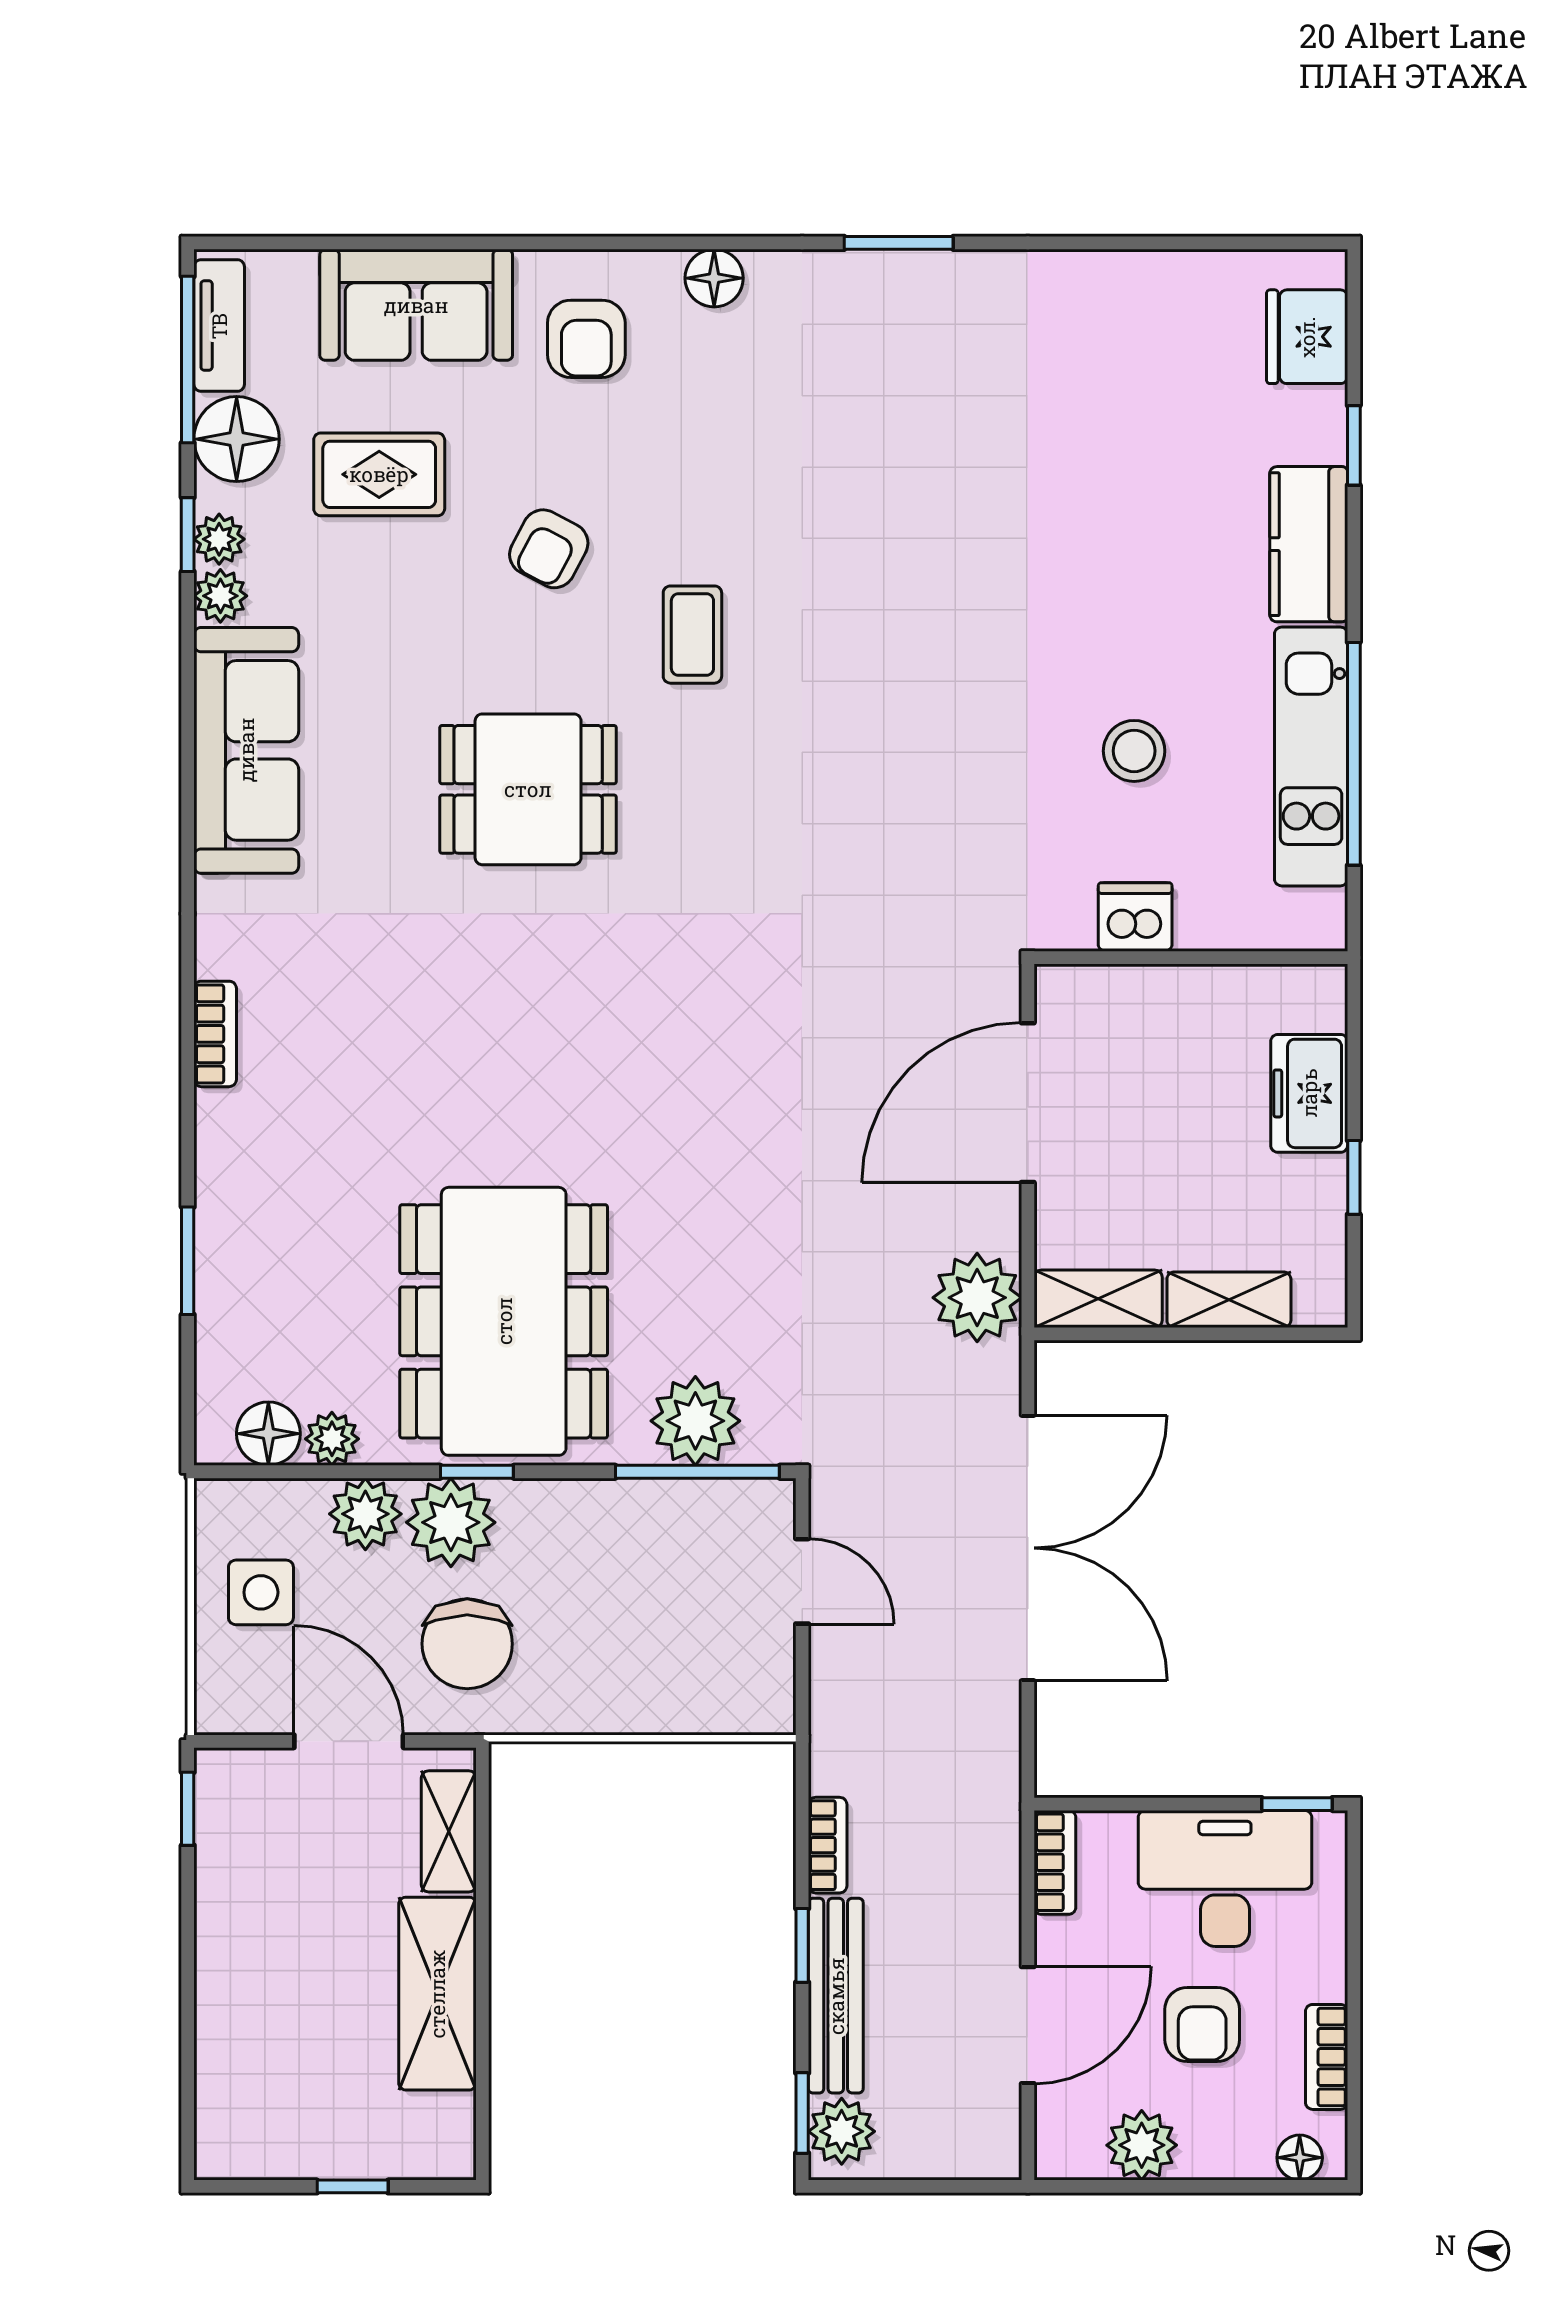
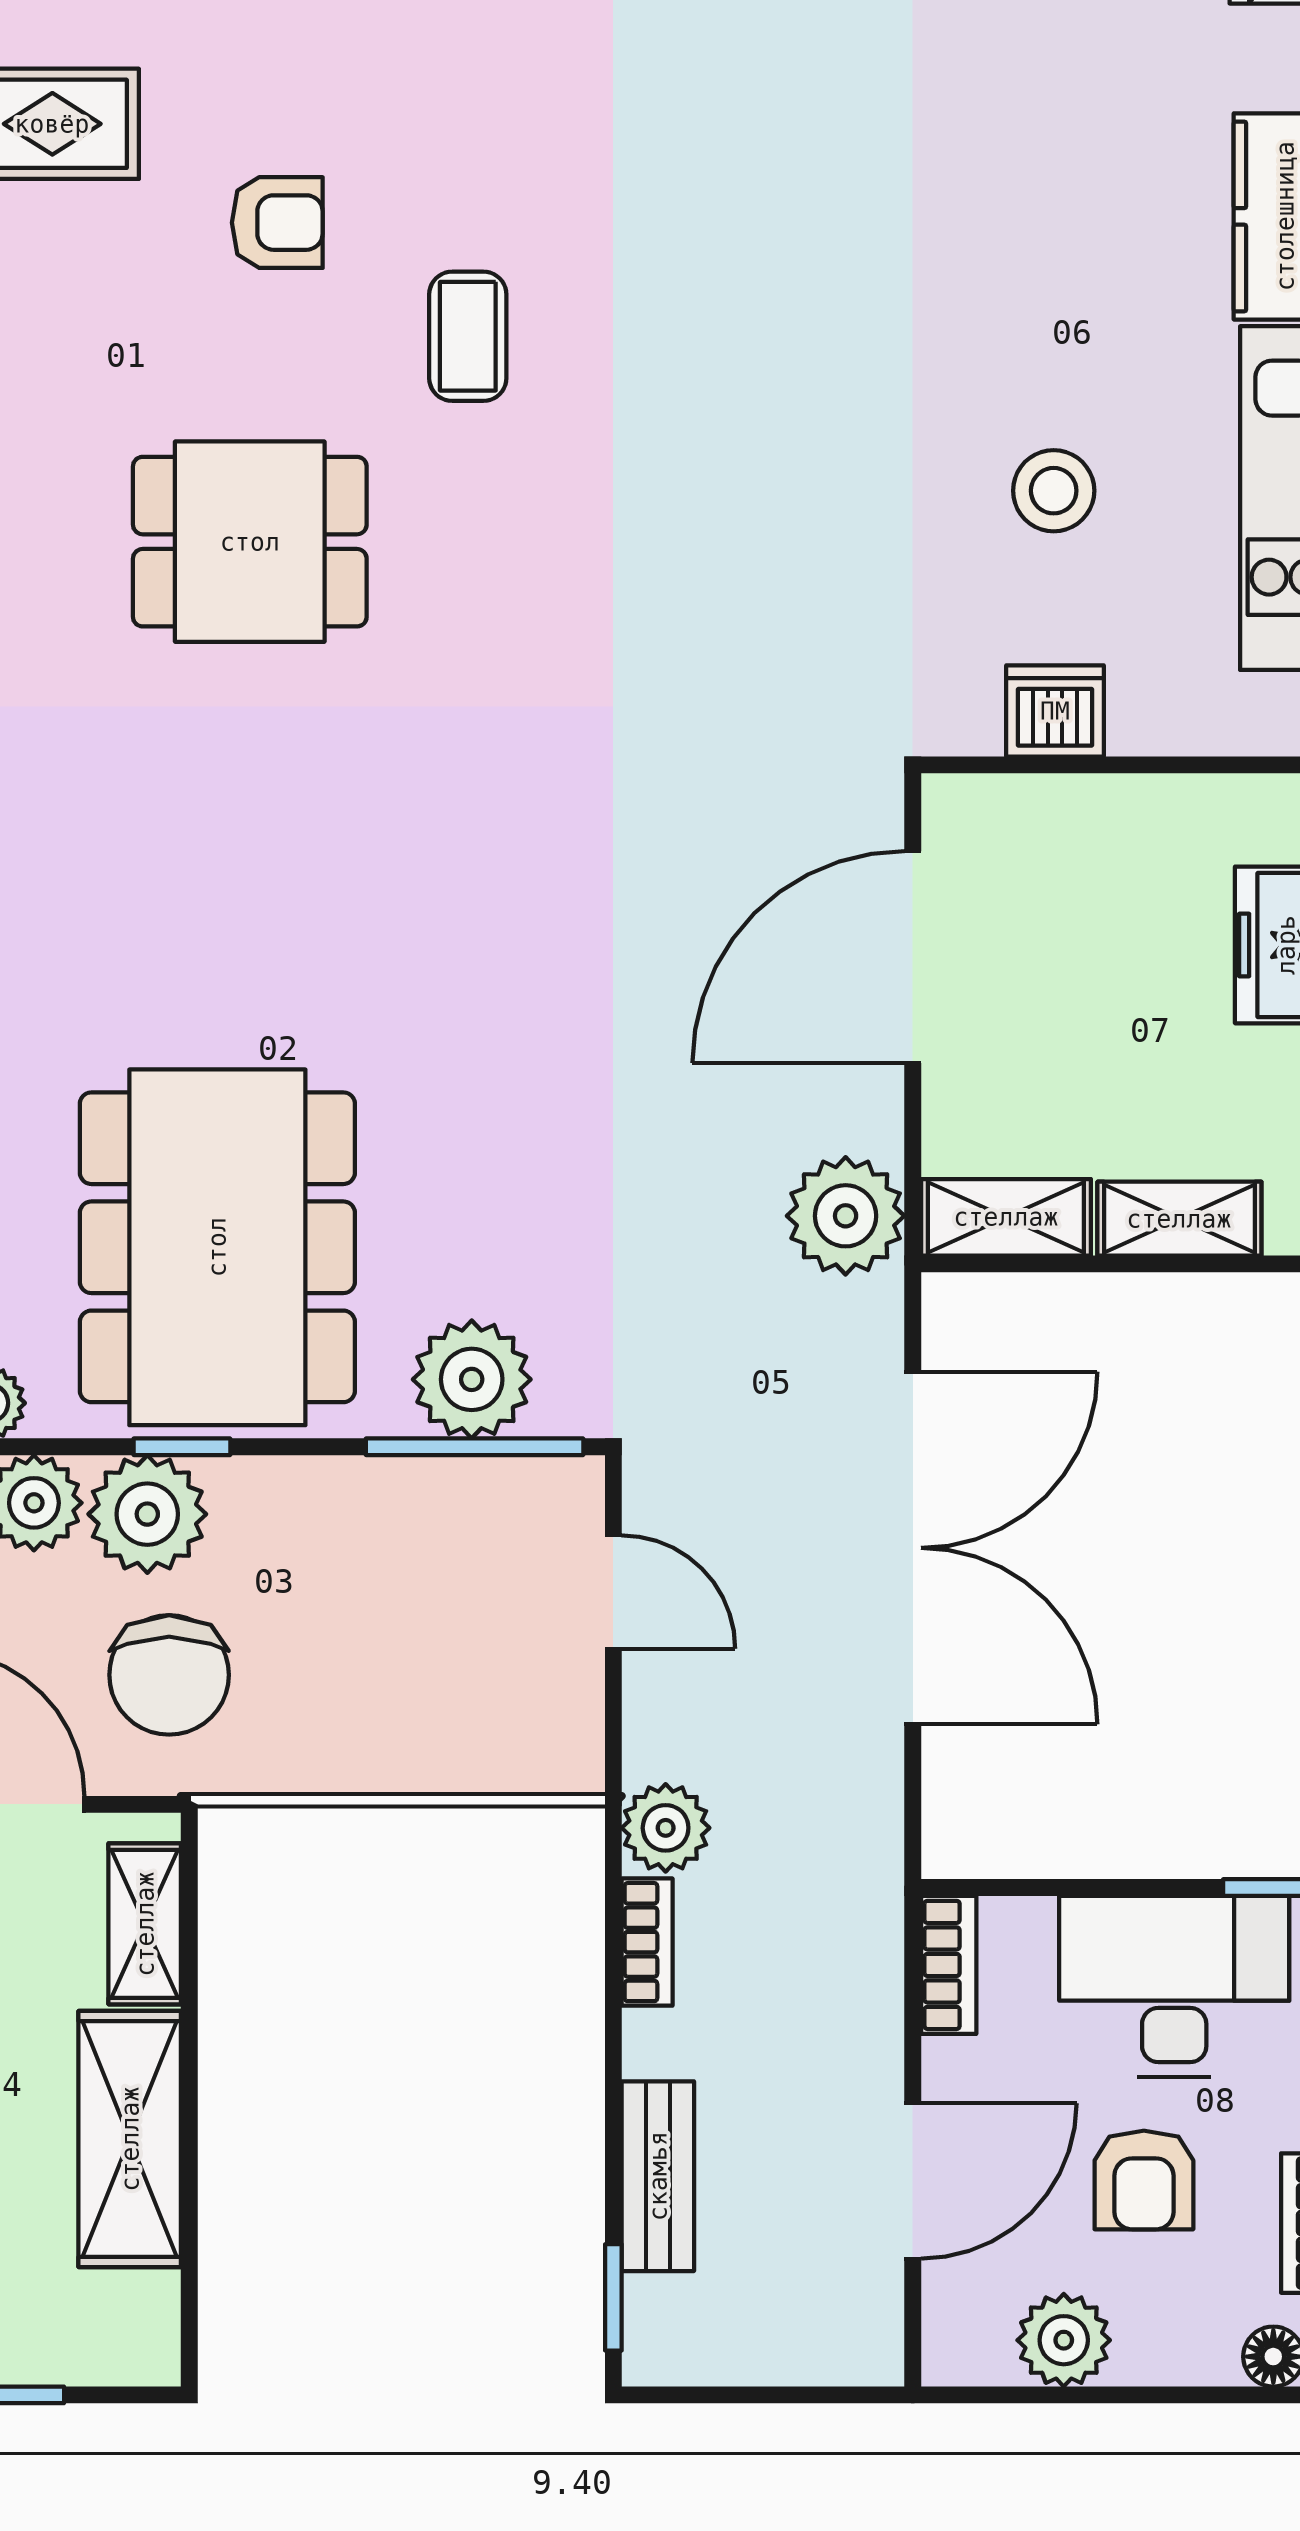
armchair: (549, 549) -> (277, 223), turned -118
window: (802, 1945) -> (613, 2075), removed
bench: (836, 1996) -> (658, 2176), width x0.73
plant: (842, 2131) -> (666, 1828), moved

